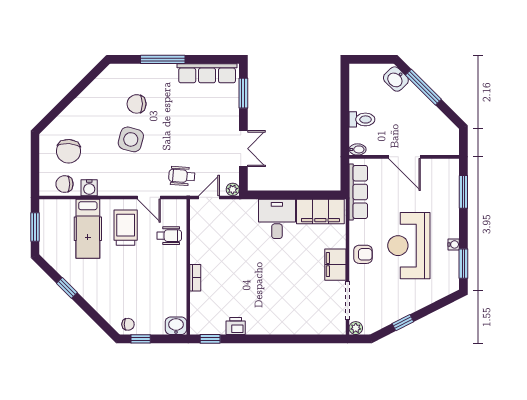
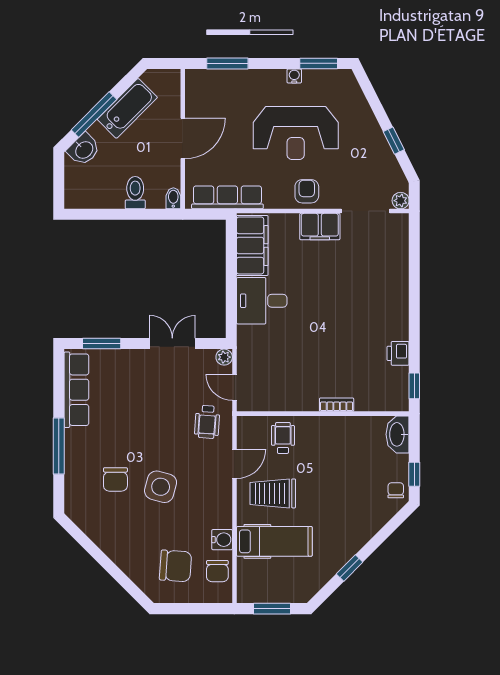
bathtub: (428, 113) -> (127, 108), added
washbasin: (176, 326) -> (398, 434), width x1.38

